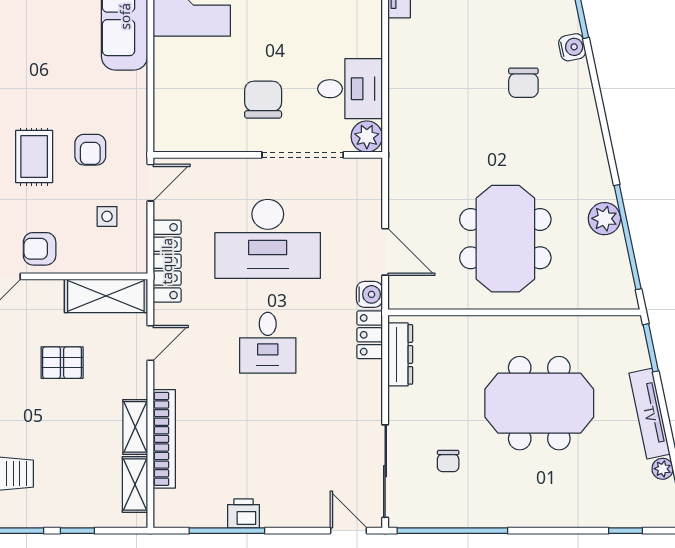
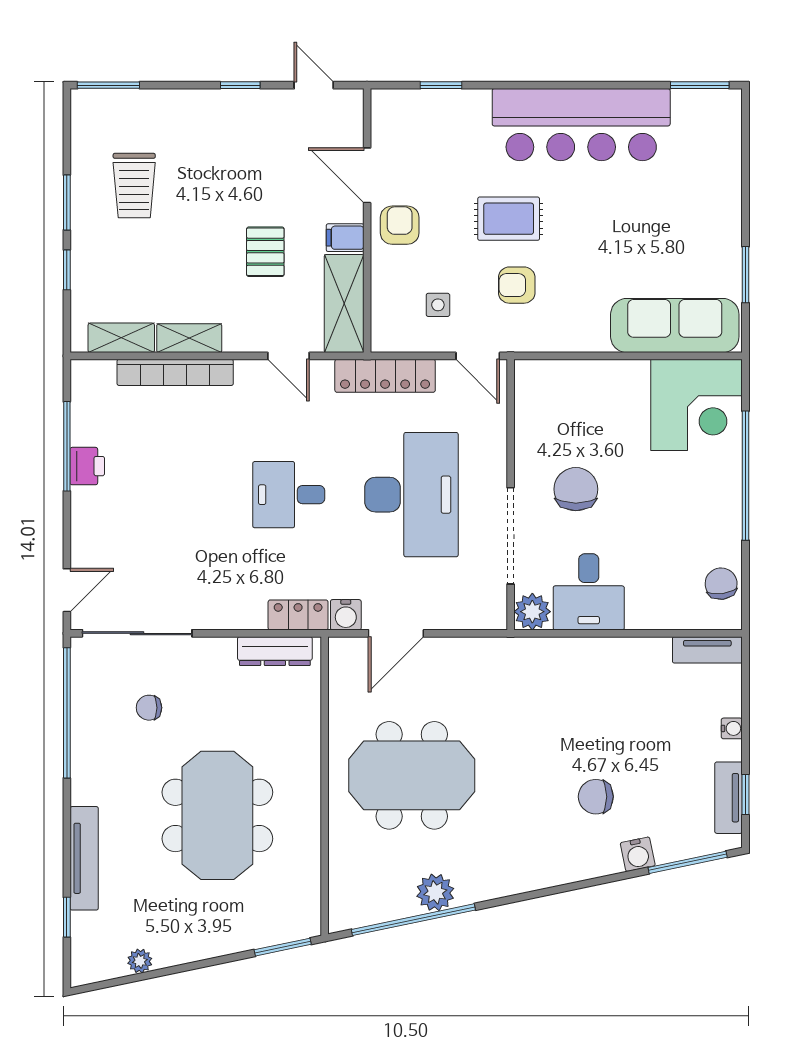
chair: (263, 100) -> (576, 489), turned -90
desk: (268, 239) -> (411, 495), turned 180
filing cabinet: (50, 295) -> (345, 238), added
tv unit: (650, 414) -> (84, 858), moved, turned 102

